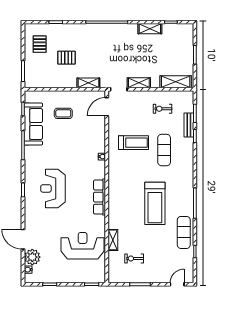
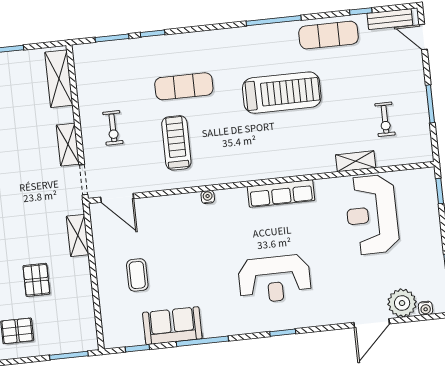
exercise bike: (163, 109) -> (113, 128), moved
sofa: (33, 124) -> (172, 326), width x0.73
bench: (189, 125) -> (390, 19), moved

